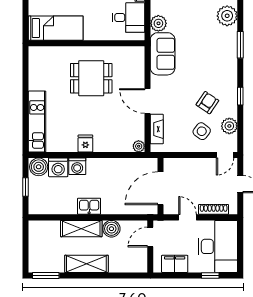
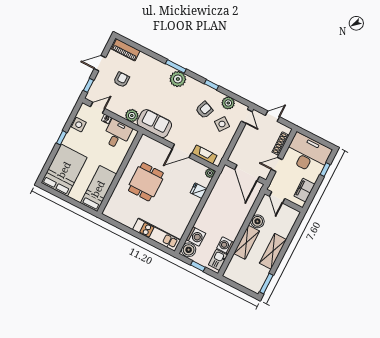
plant: (227, 16) -> (178, 79), moved
armchair: (207, 103) -> (204, 110), turned 78
fridge: (85, 143) -> (199, 191), moved
washing machine: (77, 166) -> (225, 245), moved, turned 180
kitchen sink: (89, 206) -> (218, 260), moved

